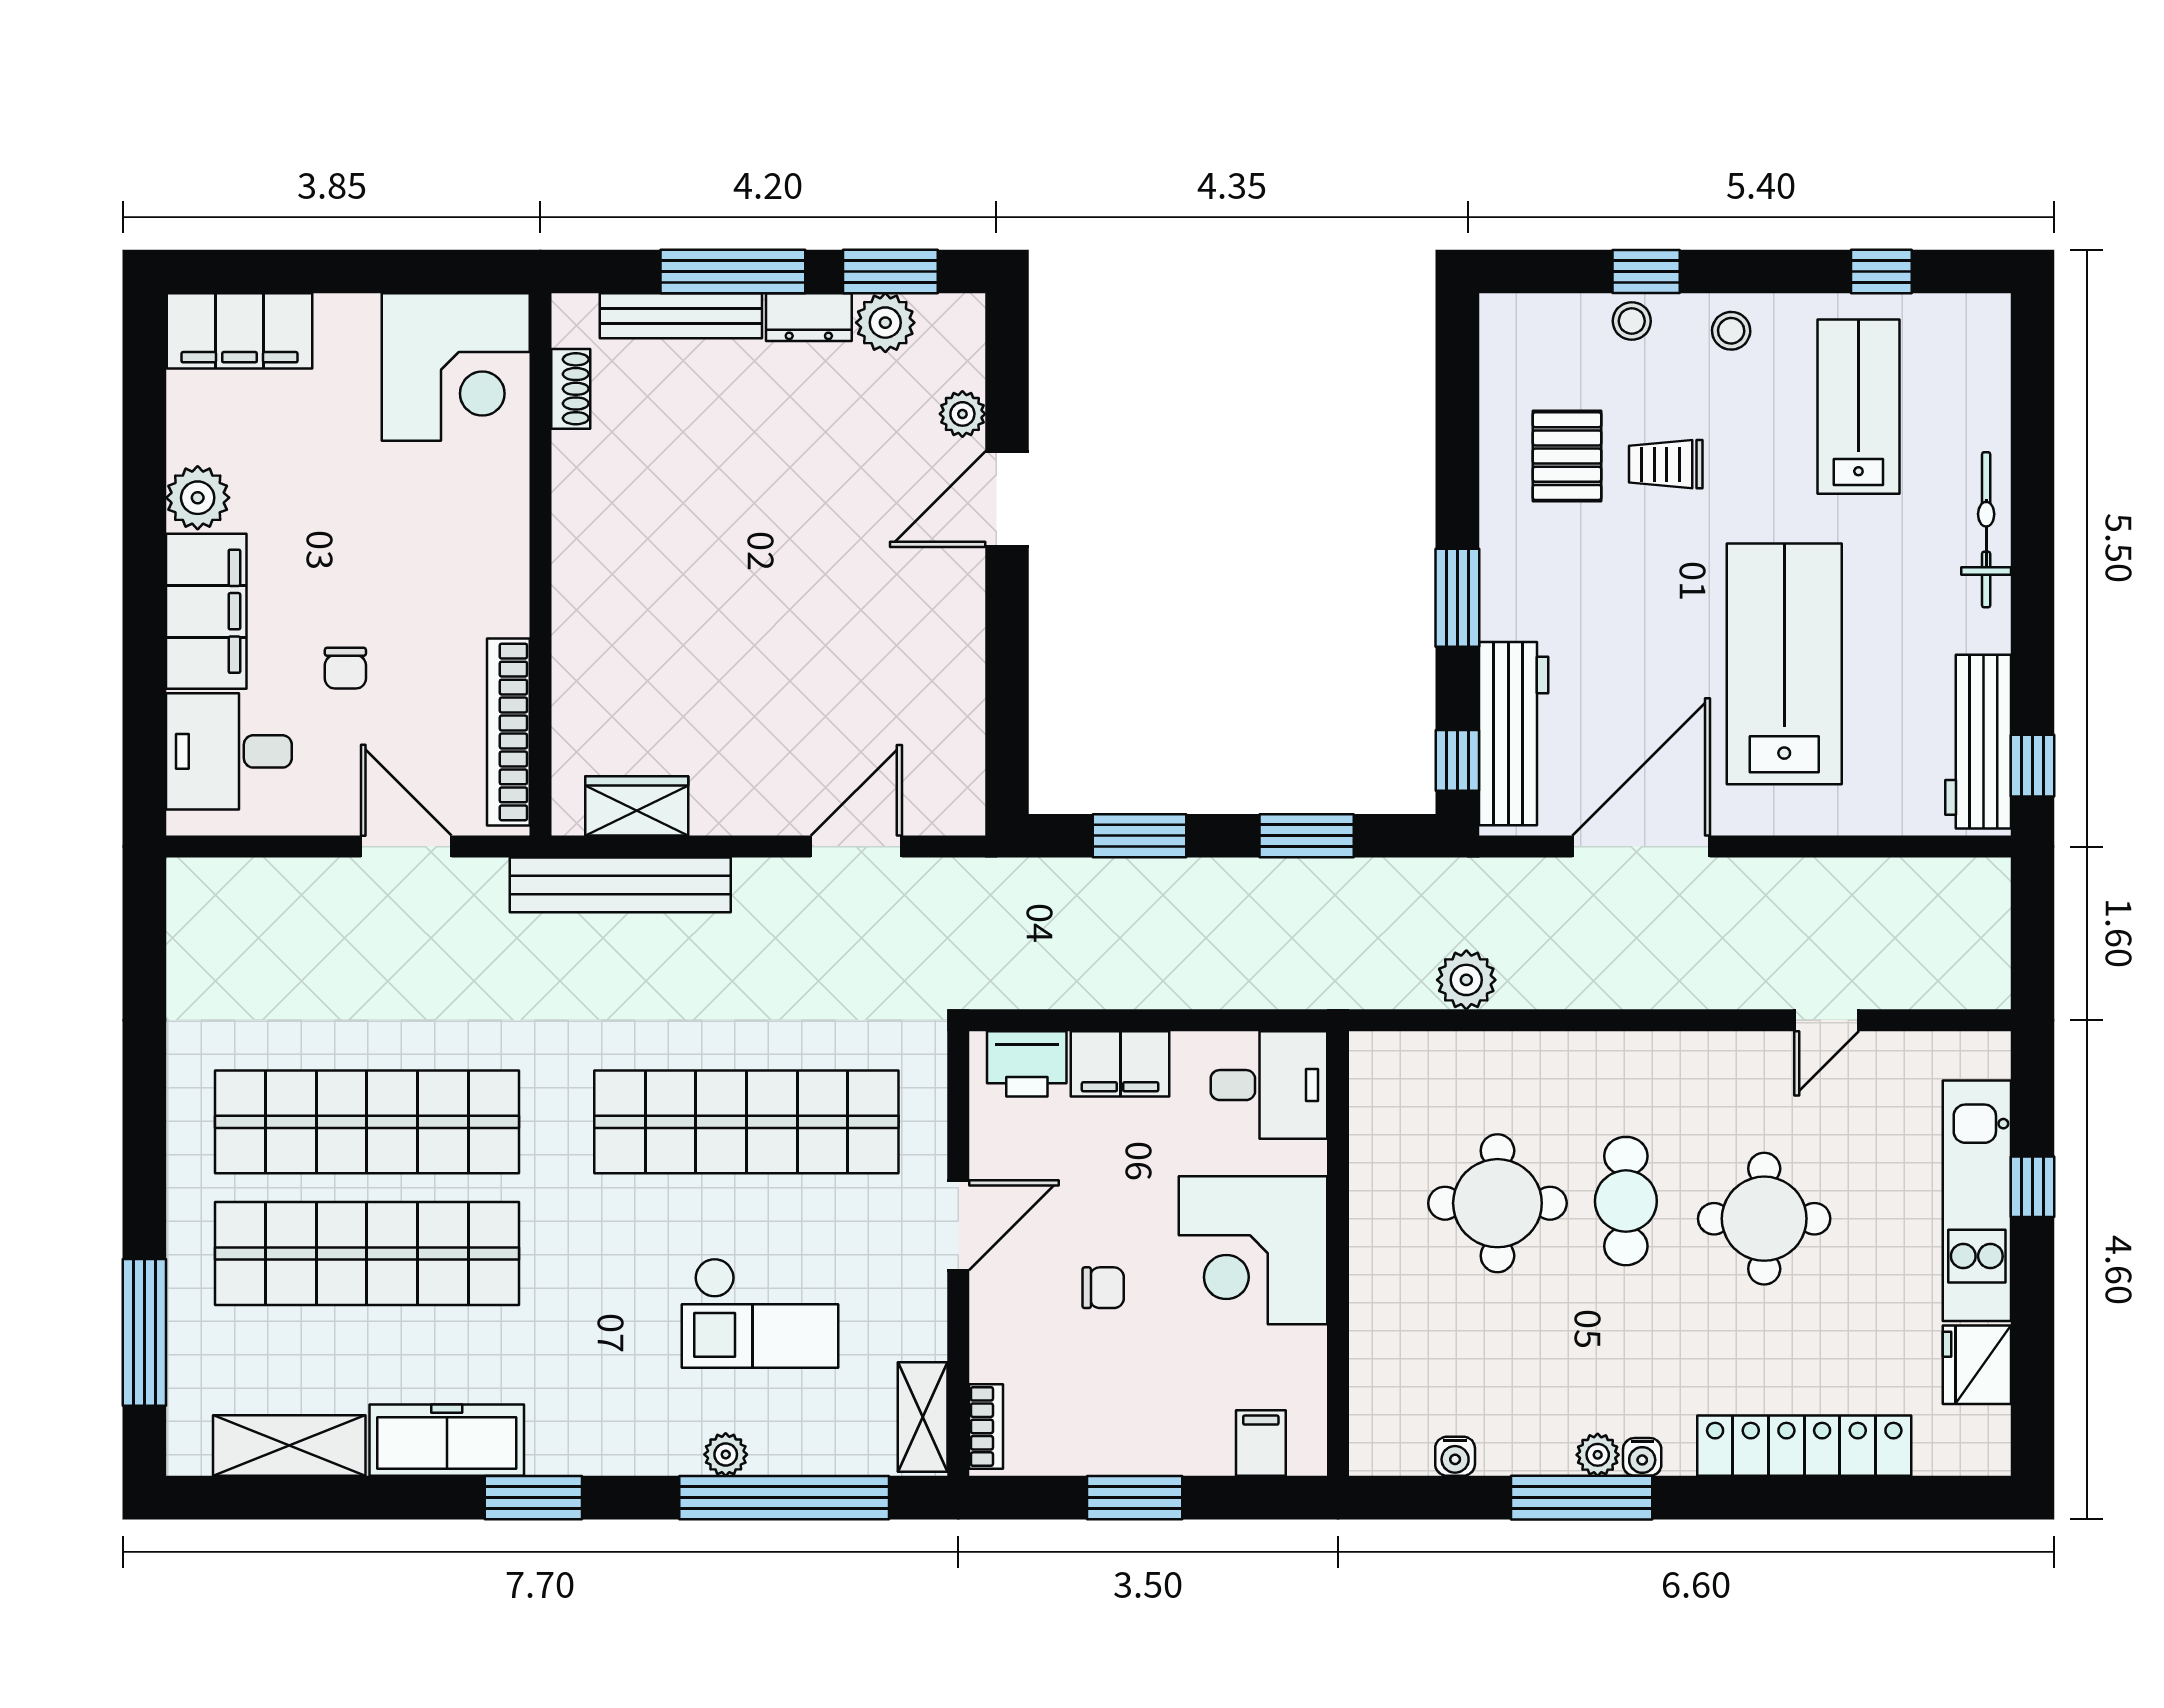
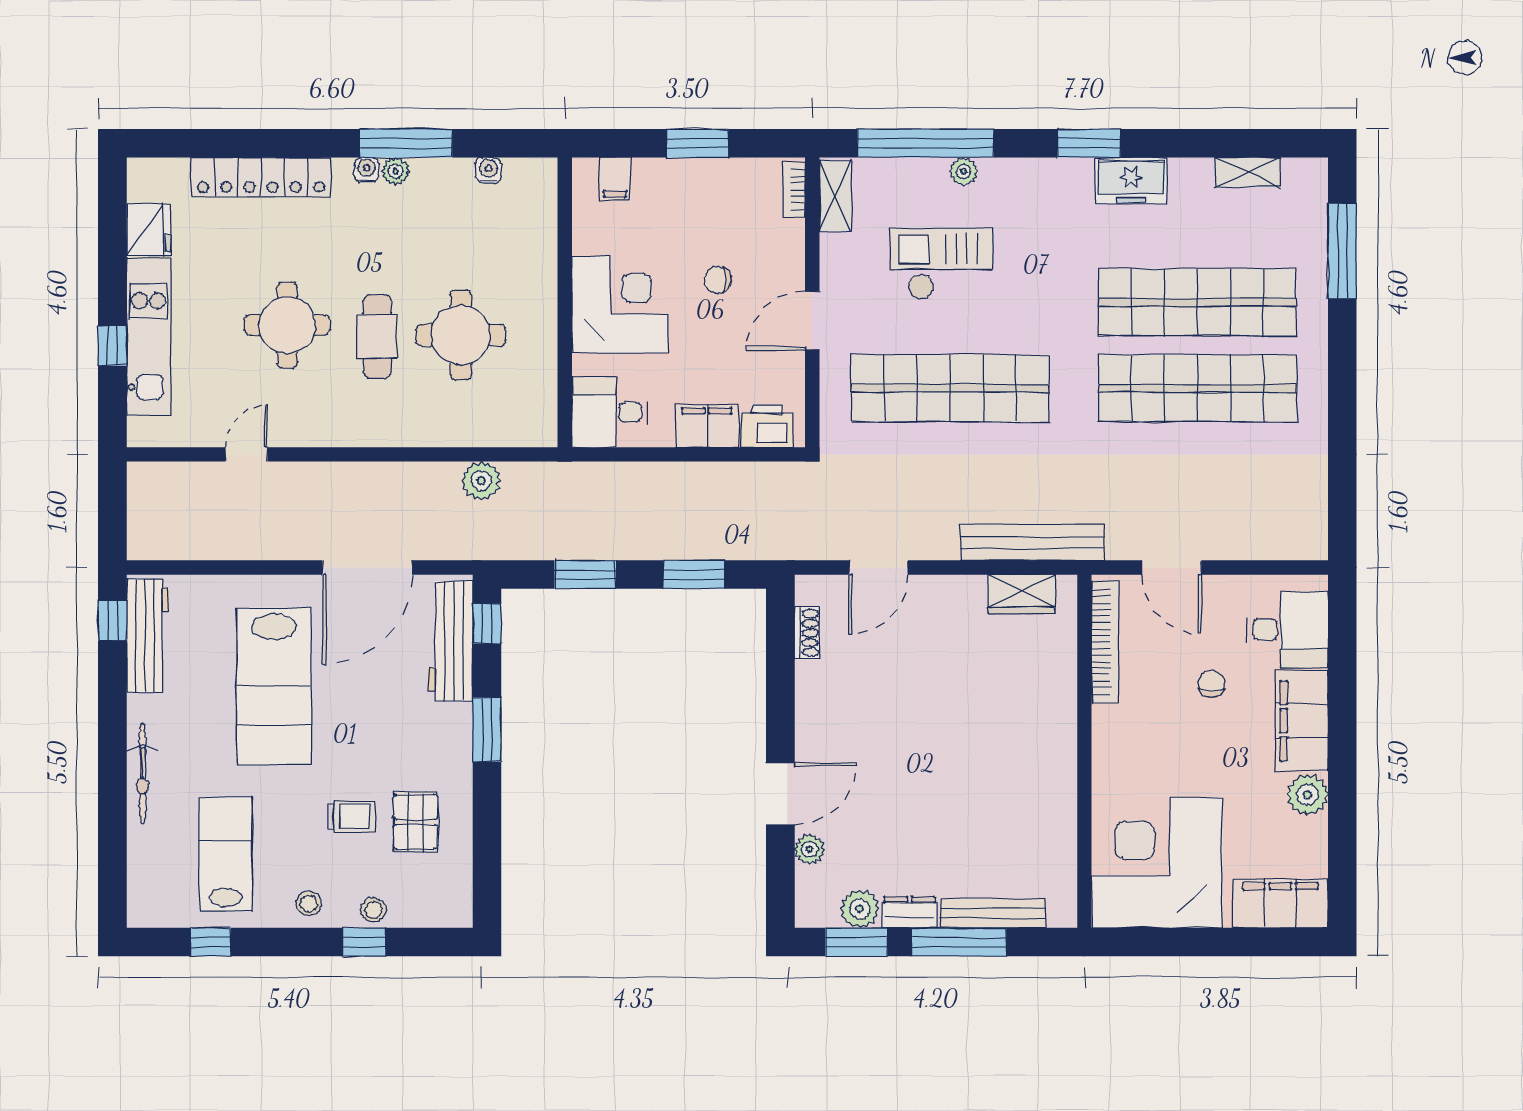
corner desk: (456, 367) -> (1157, 863), width x1.36, depth x1.36
shoe rack: (571, 389) -> (807, 633), moved, turned 180
lab bench: (1858, 407) -> (226, 854), turned 180
freezer: (447, 1440) -> (1131, 181), width x0.71
shelving: (289, 1446) -> (1248, 172), width x0.67, depth x0.75

